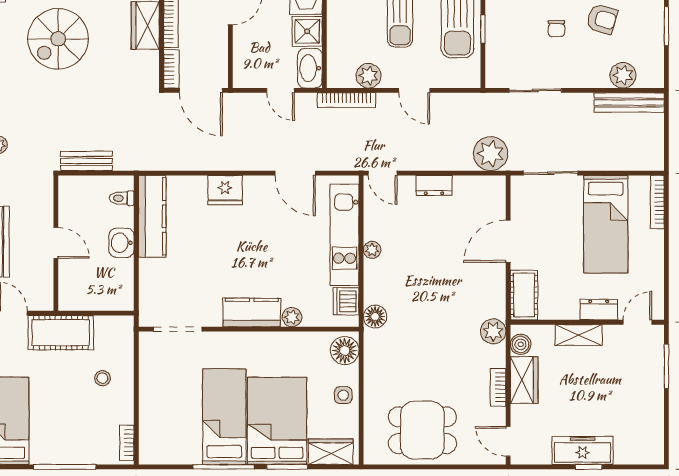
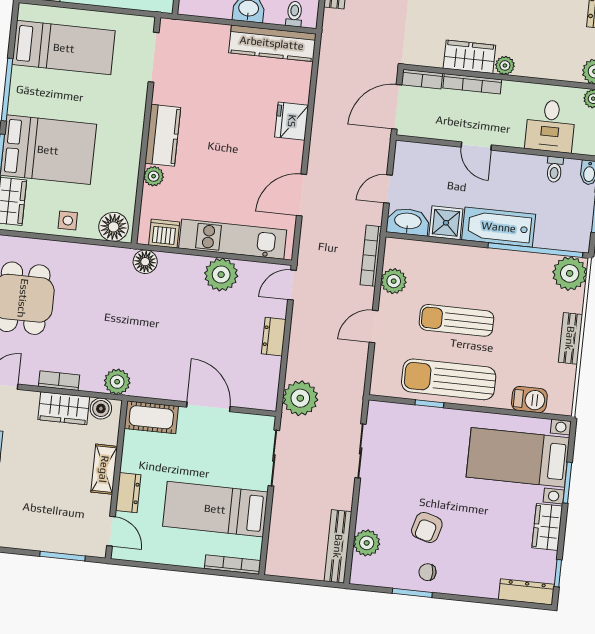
chair: (556, 28) -> (428, 572), moved
plant: (372, 250) -> (221, 275), width x1.88, depth x1.88
bed: (224, 417) -> (64, 48), moved

